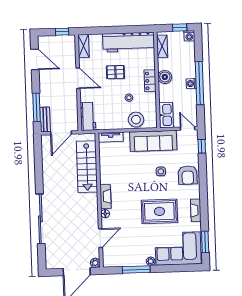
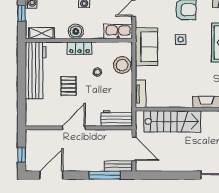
window: (62, 32) -> (22, 155), moved
shelving: (83, 46) -> (38, 121), removed
sofa: (153, 141) -> (146, 47), width x0.73

